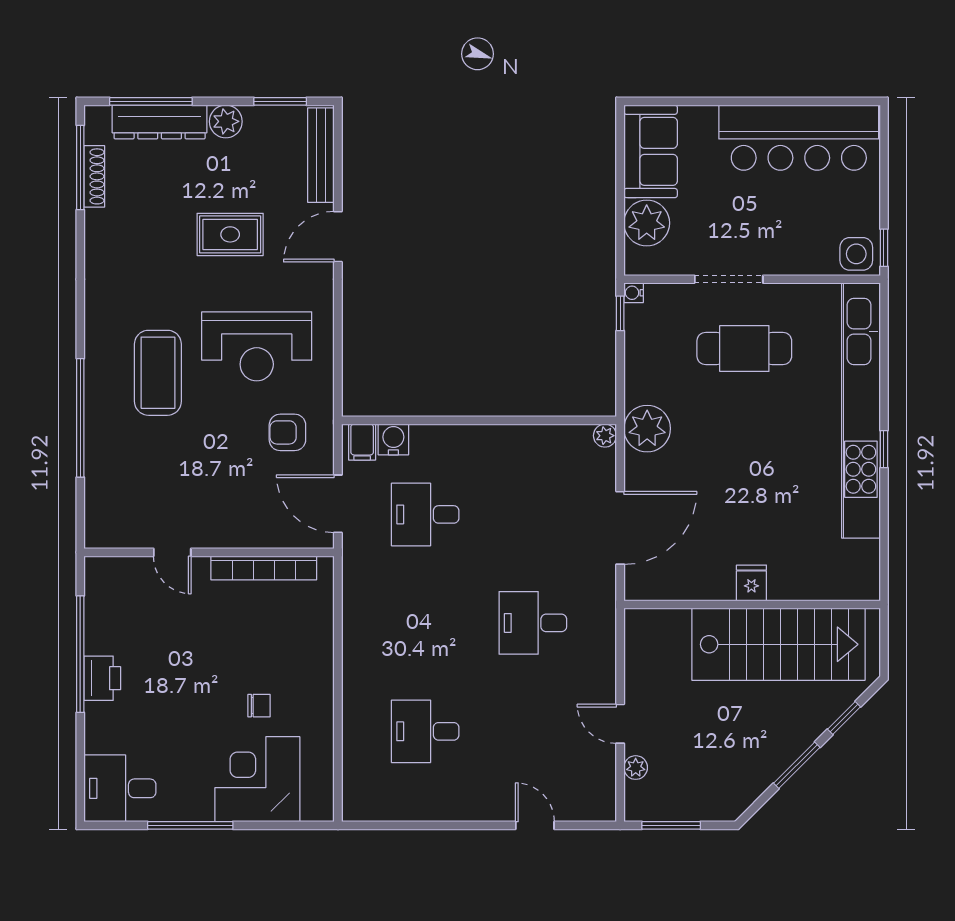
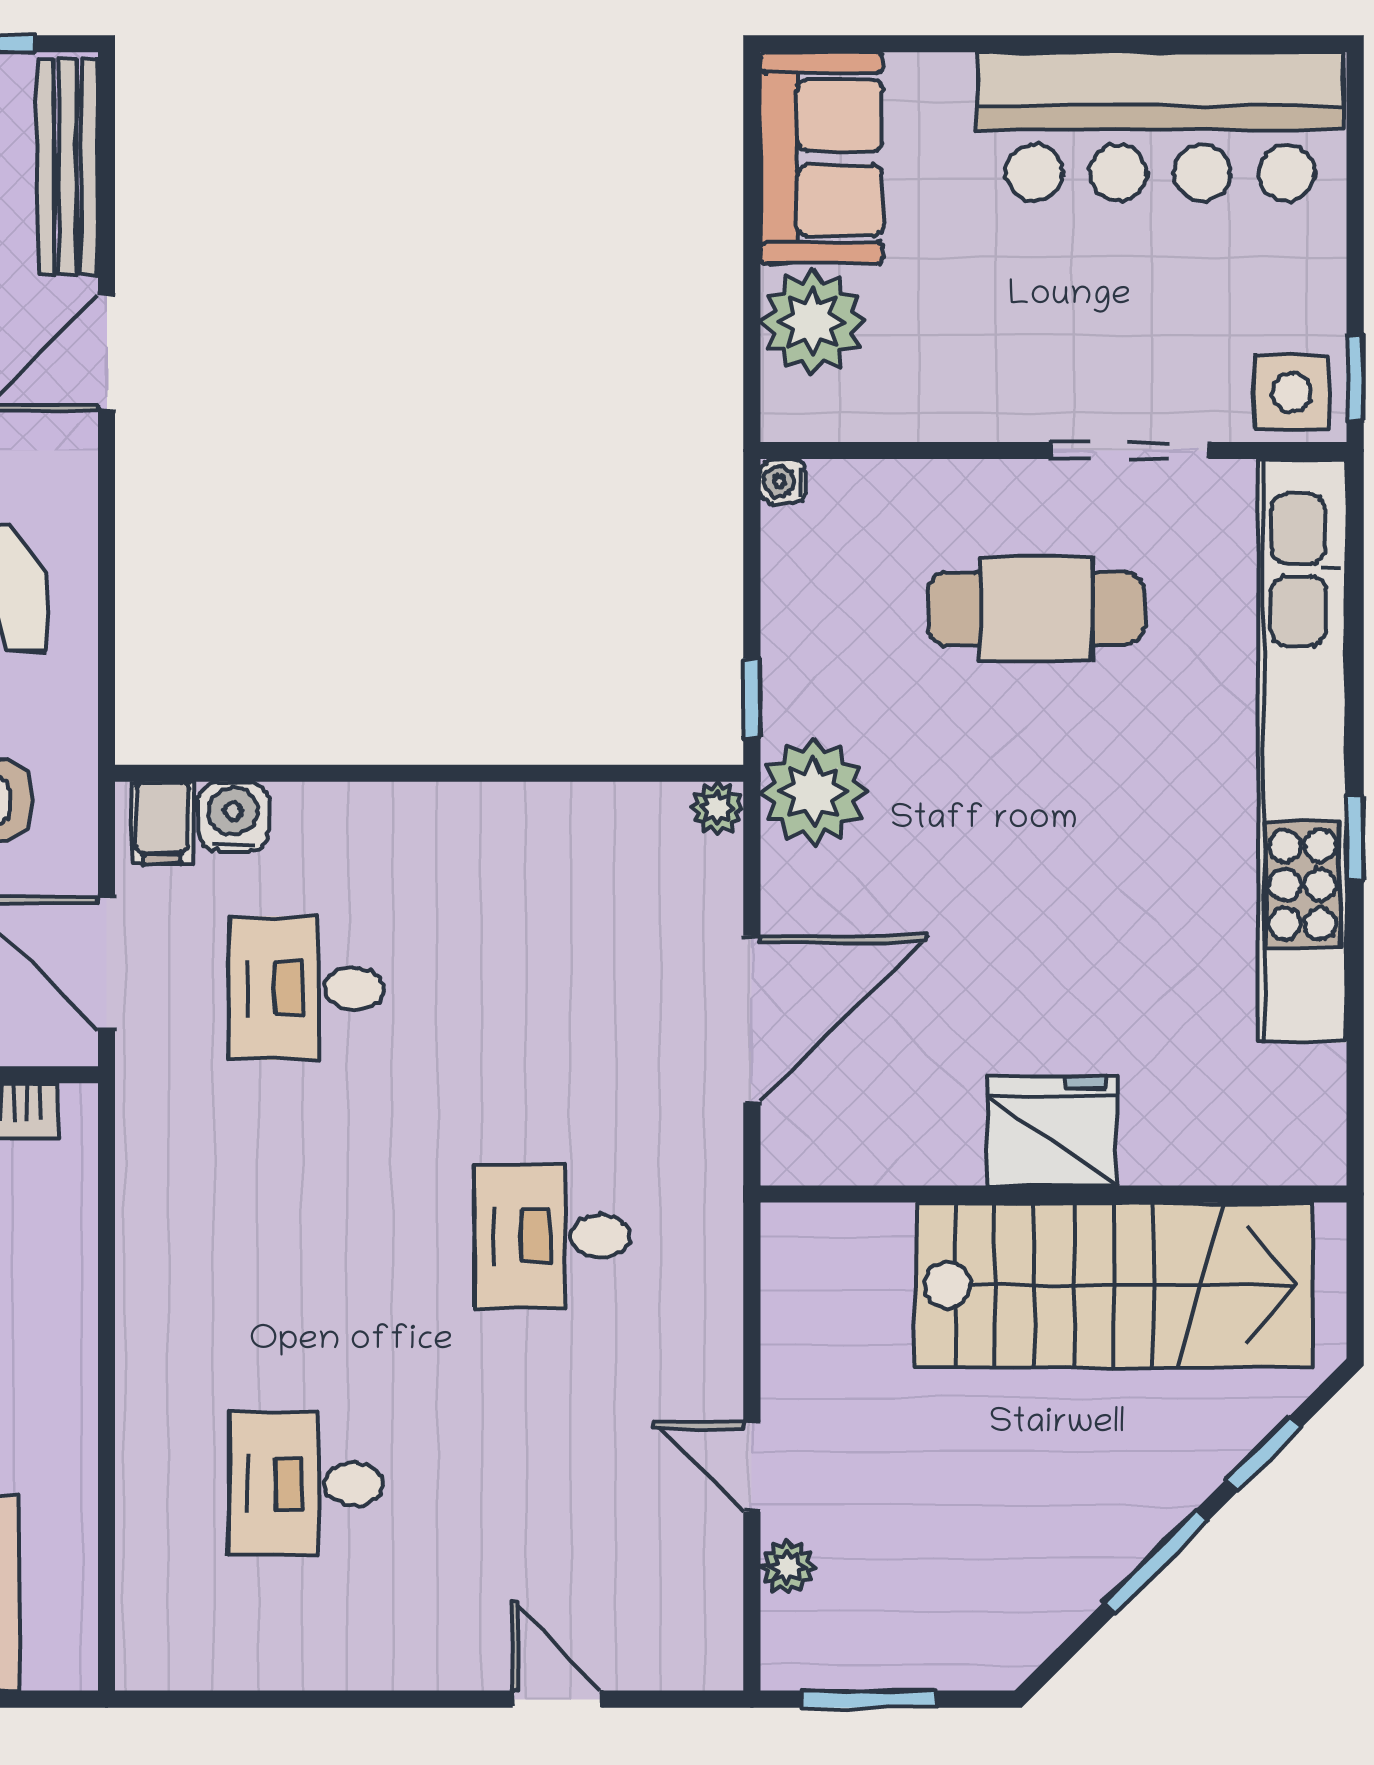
doorway: (729, 279) -> (1130, 451), moved
window: (620, 313) -> (752, 698), moved
fridge: (751, 583) -> (1052, 1131), width x1.88, depth x1.34

